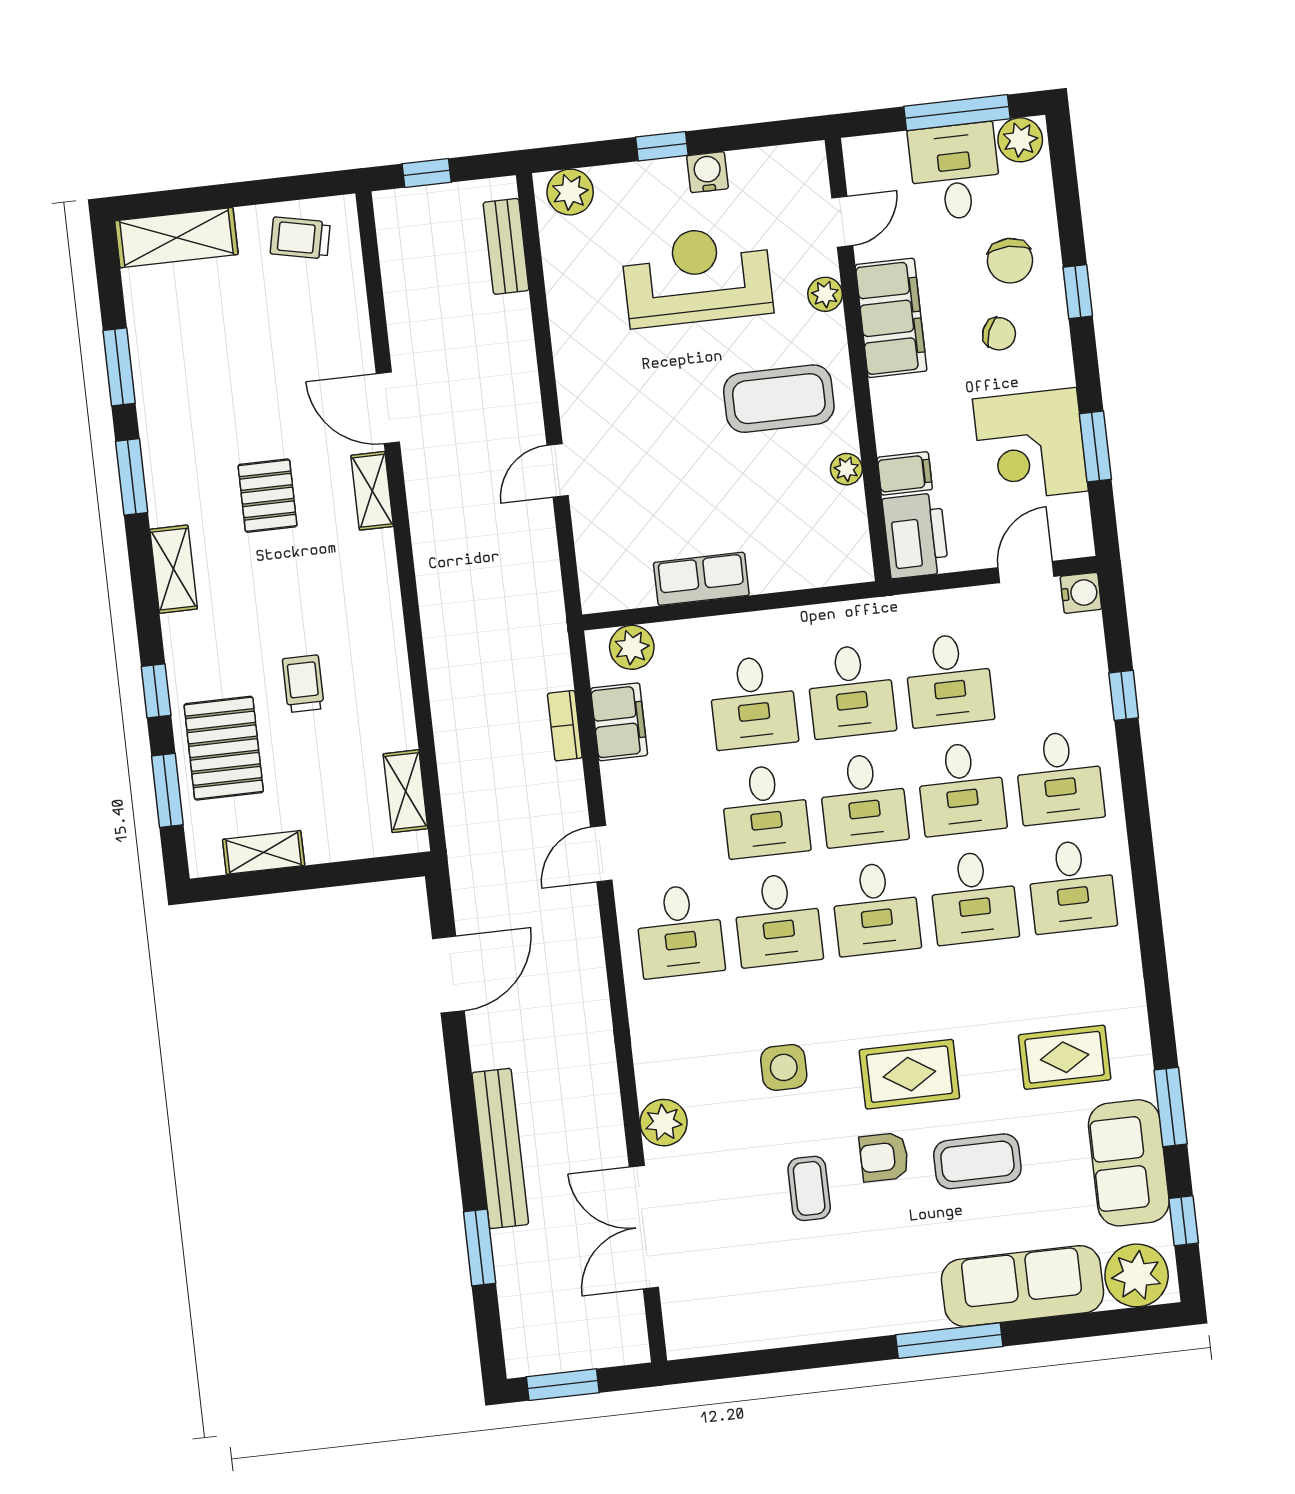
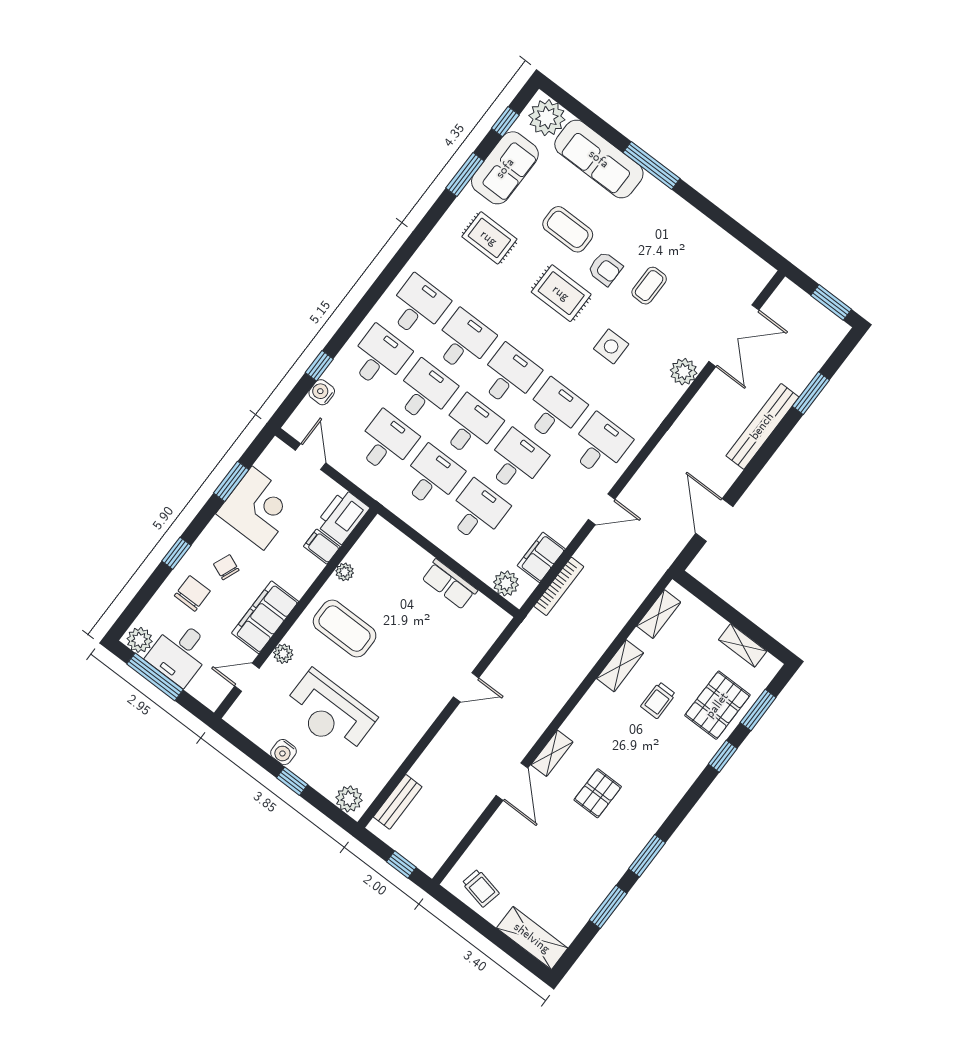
shelving: (174, 569) -> (620, 666), moved
door: (1026, 572) -> (311, 457), swing flipped
water cooler: (1081, 593) -> (322, 392), moved
bookcase: (565, 726) -> (559, 586), width x1.56
door: (448, 975) -> (714, 520), hinge flipped

